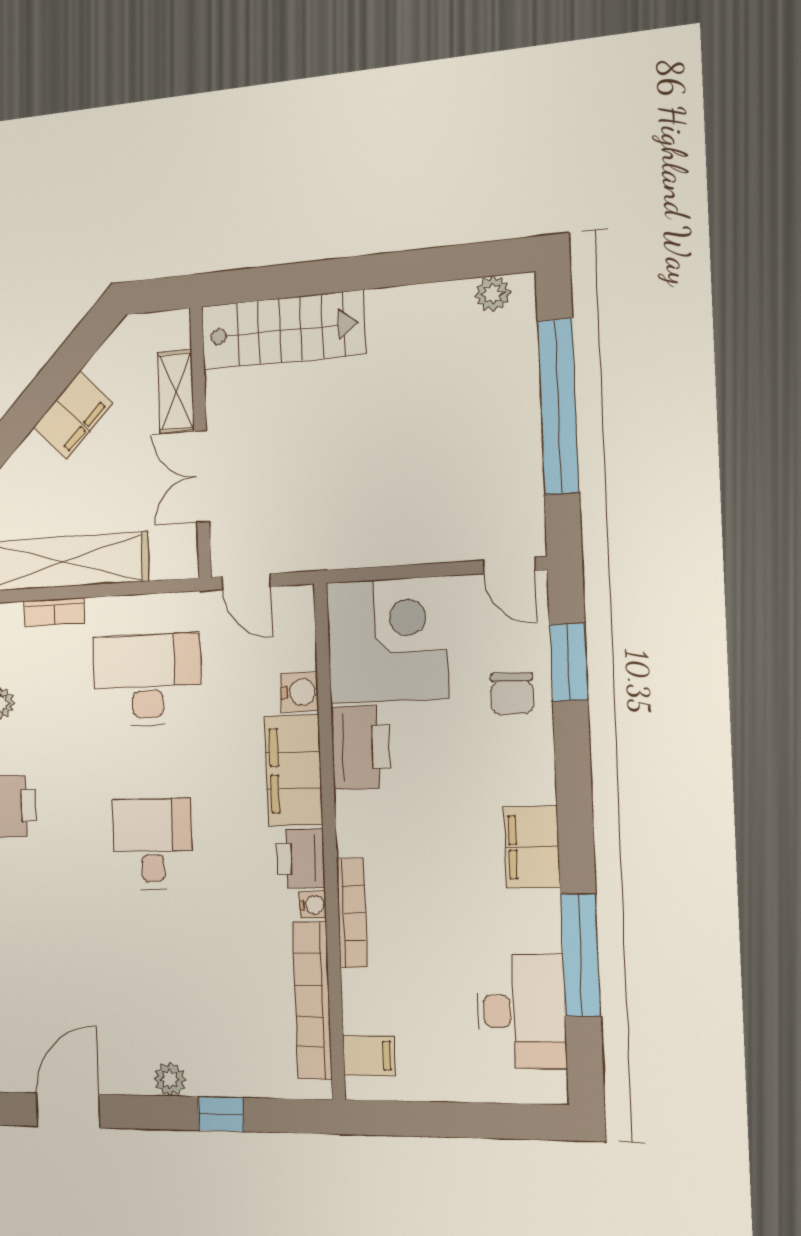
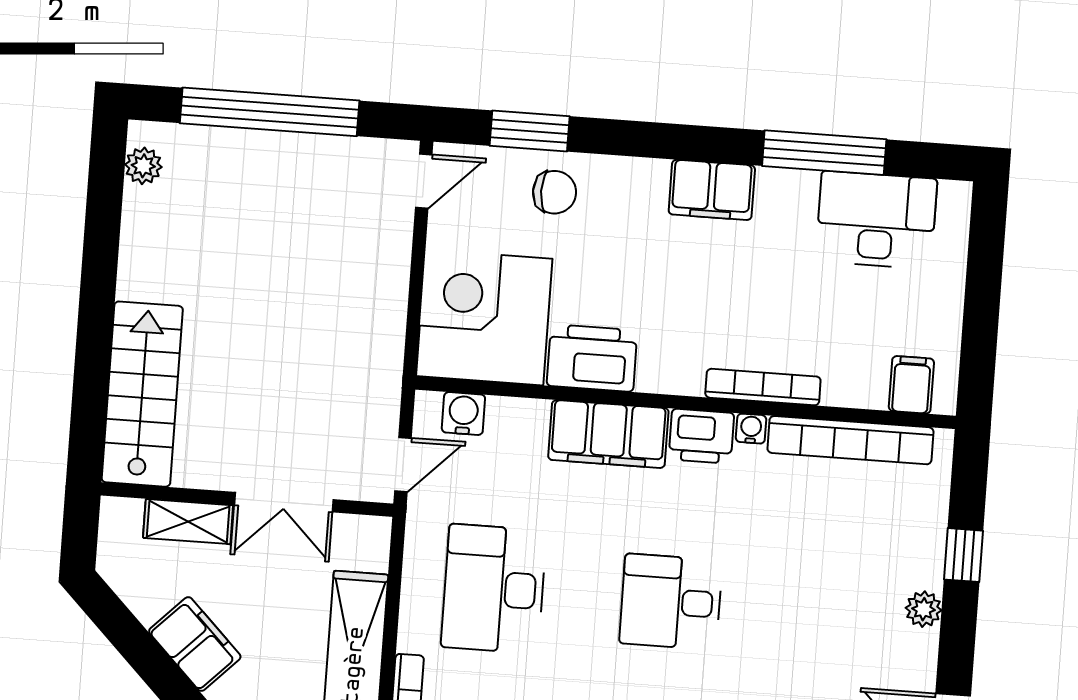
water cooler: (300, 692) -> (463, 414), moved

